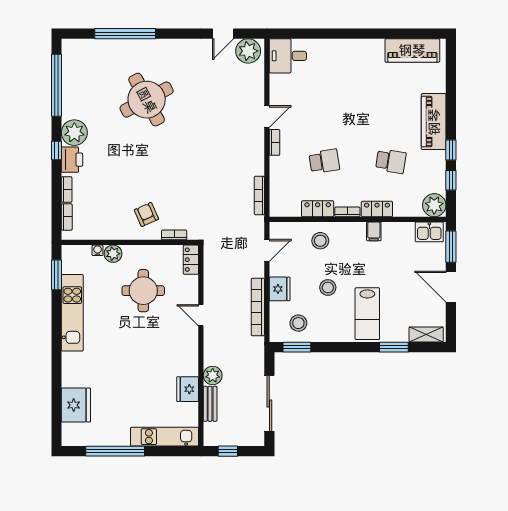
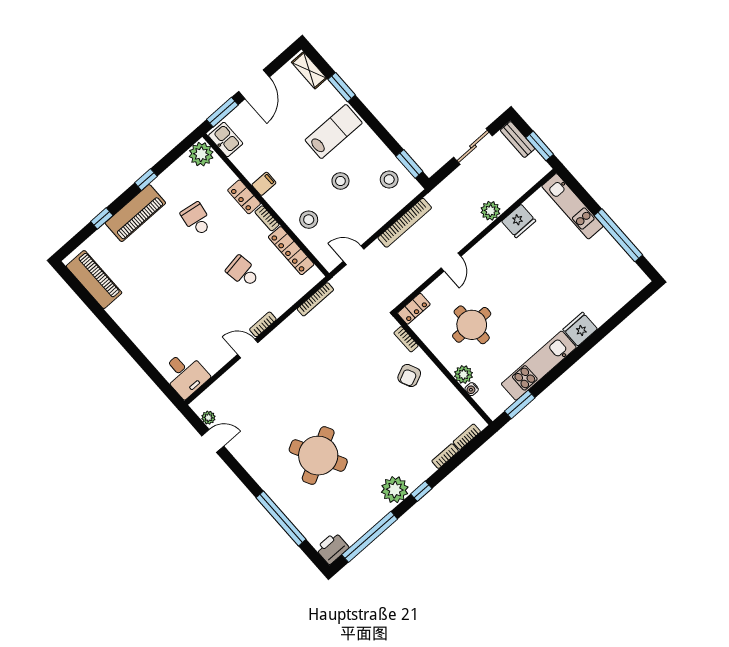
plant: (248, 51) -> (208, 418), width x0.53, depth x0.53
printer: (72, 160) -> (332, 548), moved
window: (451, 180) -> (102, 218), moved
locker: (318, 209) -> (291, 251), width x1.53
fridge: (280, 289) -> (375, 218), removed
sliding door: (269, 403) -> (473, 146), width x0.73
bench: (210, 404) -> (517, 139), moved, turned 90
fridge: (76, 405) -> (580, 329), moved, width x0.73, depth x0.75
window: (228, 451) -> (540, 146), width x1.50

